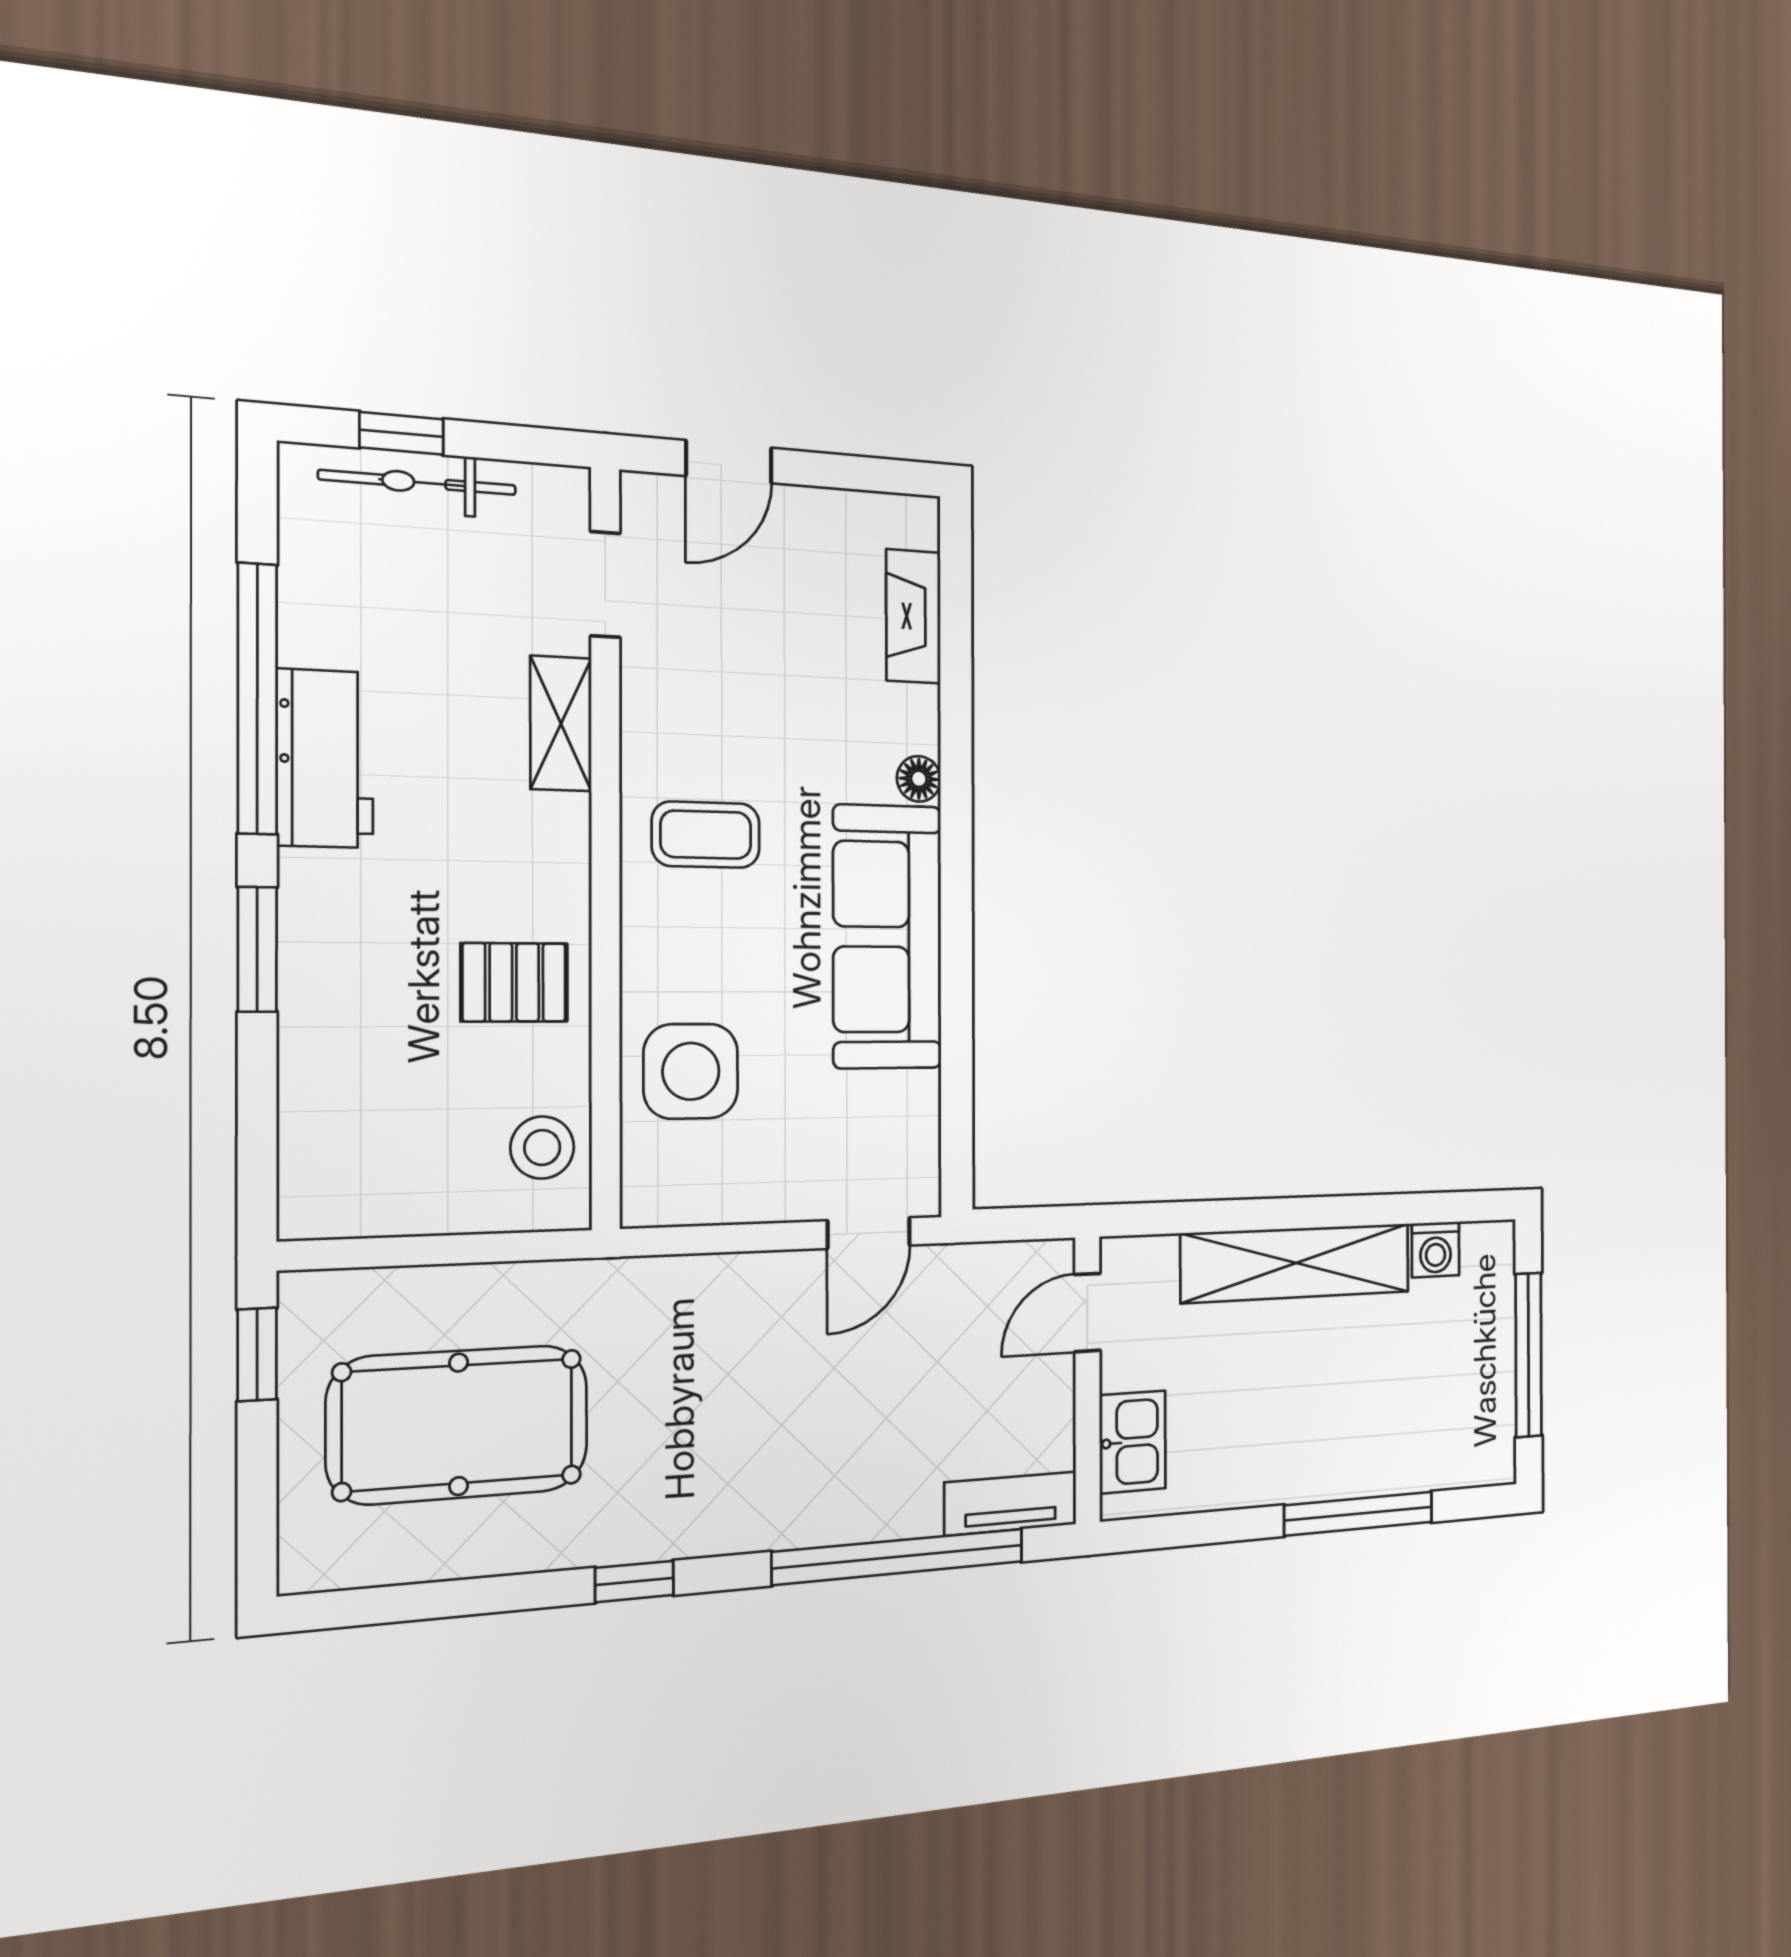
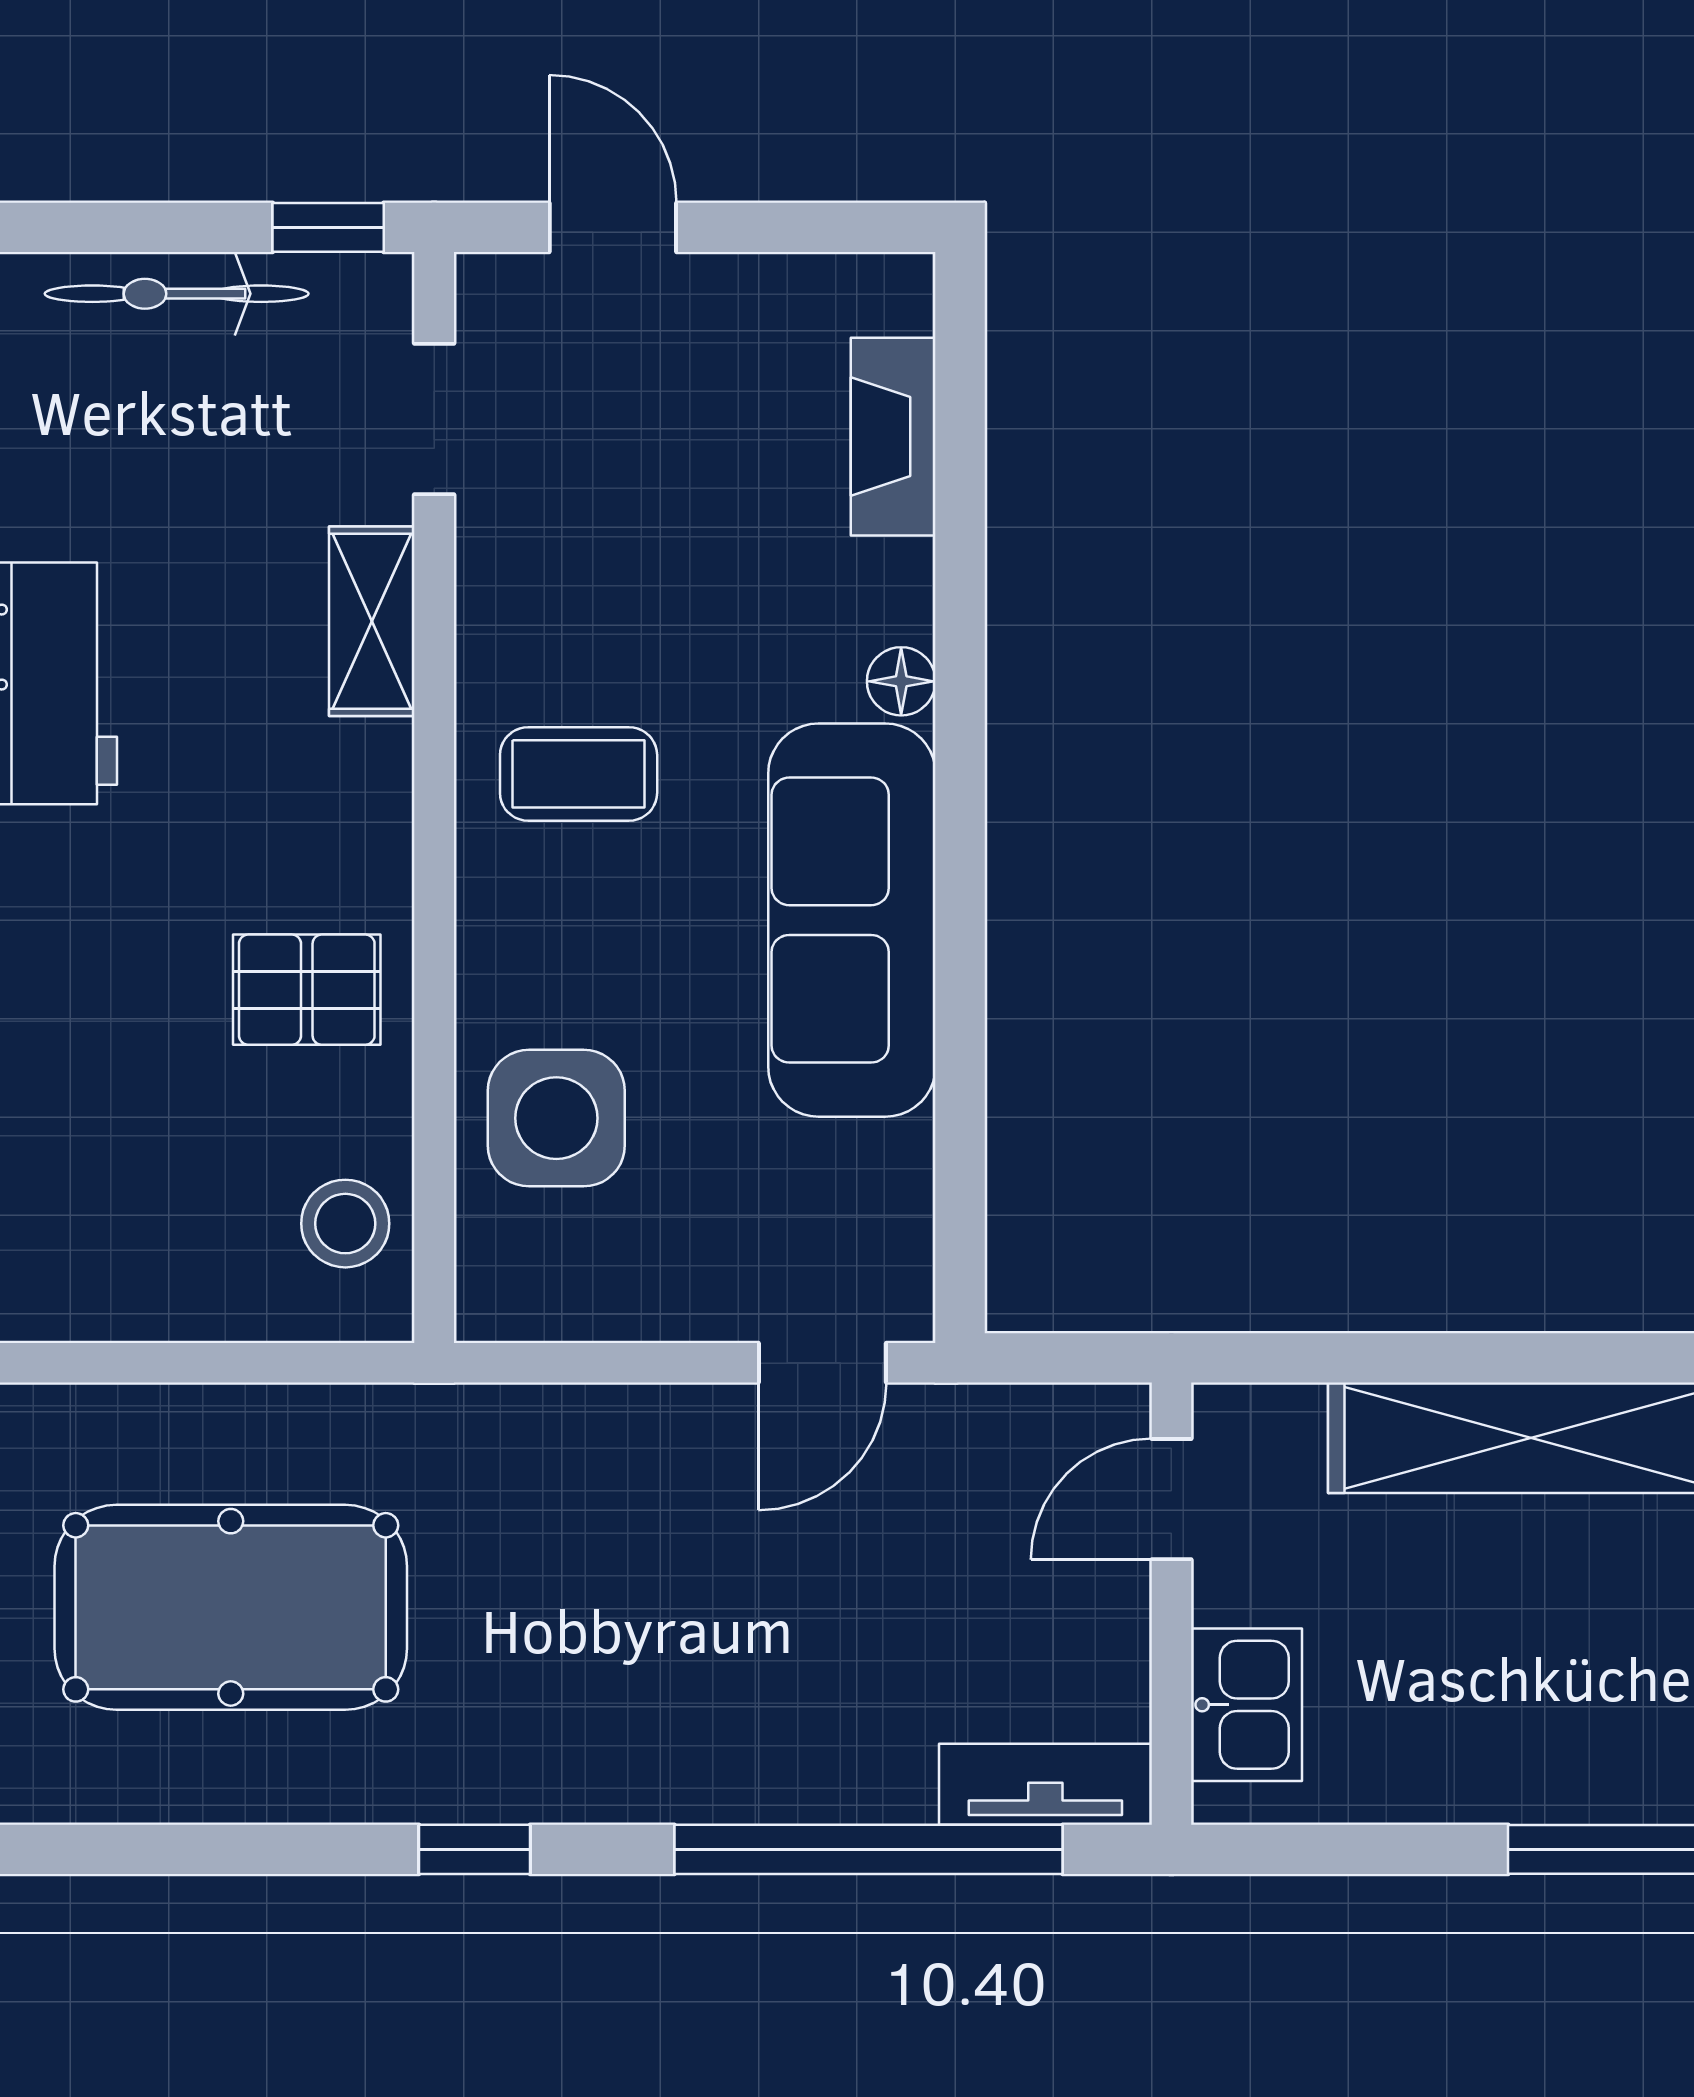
window: (401, 433) -> (328, 227), moved
door: (729, 462) -> (613, 227), swing flipped

